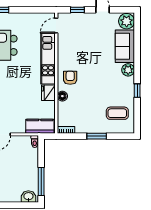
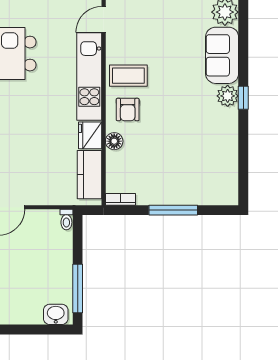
armchair: (70, 78) -> (128, 110), turned 180
window: (137, 91) -> (243, 98), moved
coffee table: (117, 113) -> (128, 76), moved
kitchen counter: (40, 126) -> (90, 175), moved, turned -90
window: (97, 136) -> (173, 210), width x1.44

